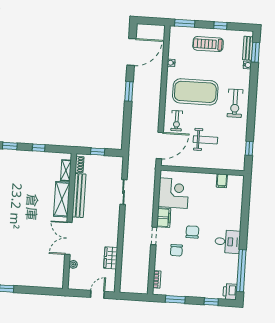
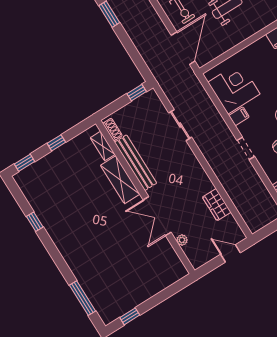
window: (98, 152) -> (137, 93), moved
filing cabinet: (164, 218) -> (239, 116), width x0.50
door: (97, 294) -> (230, 253), hinge flipped

